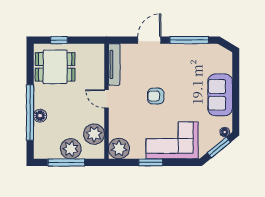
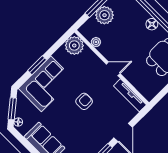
floor lamp: (40, 116) -> (152, 24), moved
plant: (94, 134) -> (96, 42), width x0.53, depth x0.53
window: (151, 162) -> (37, 65), moved

